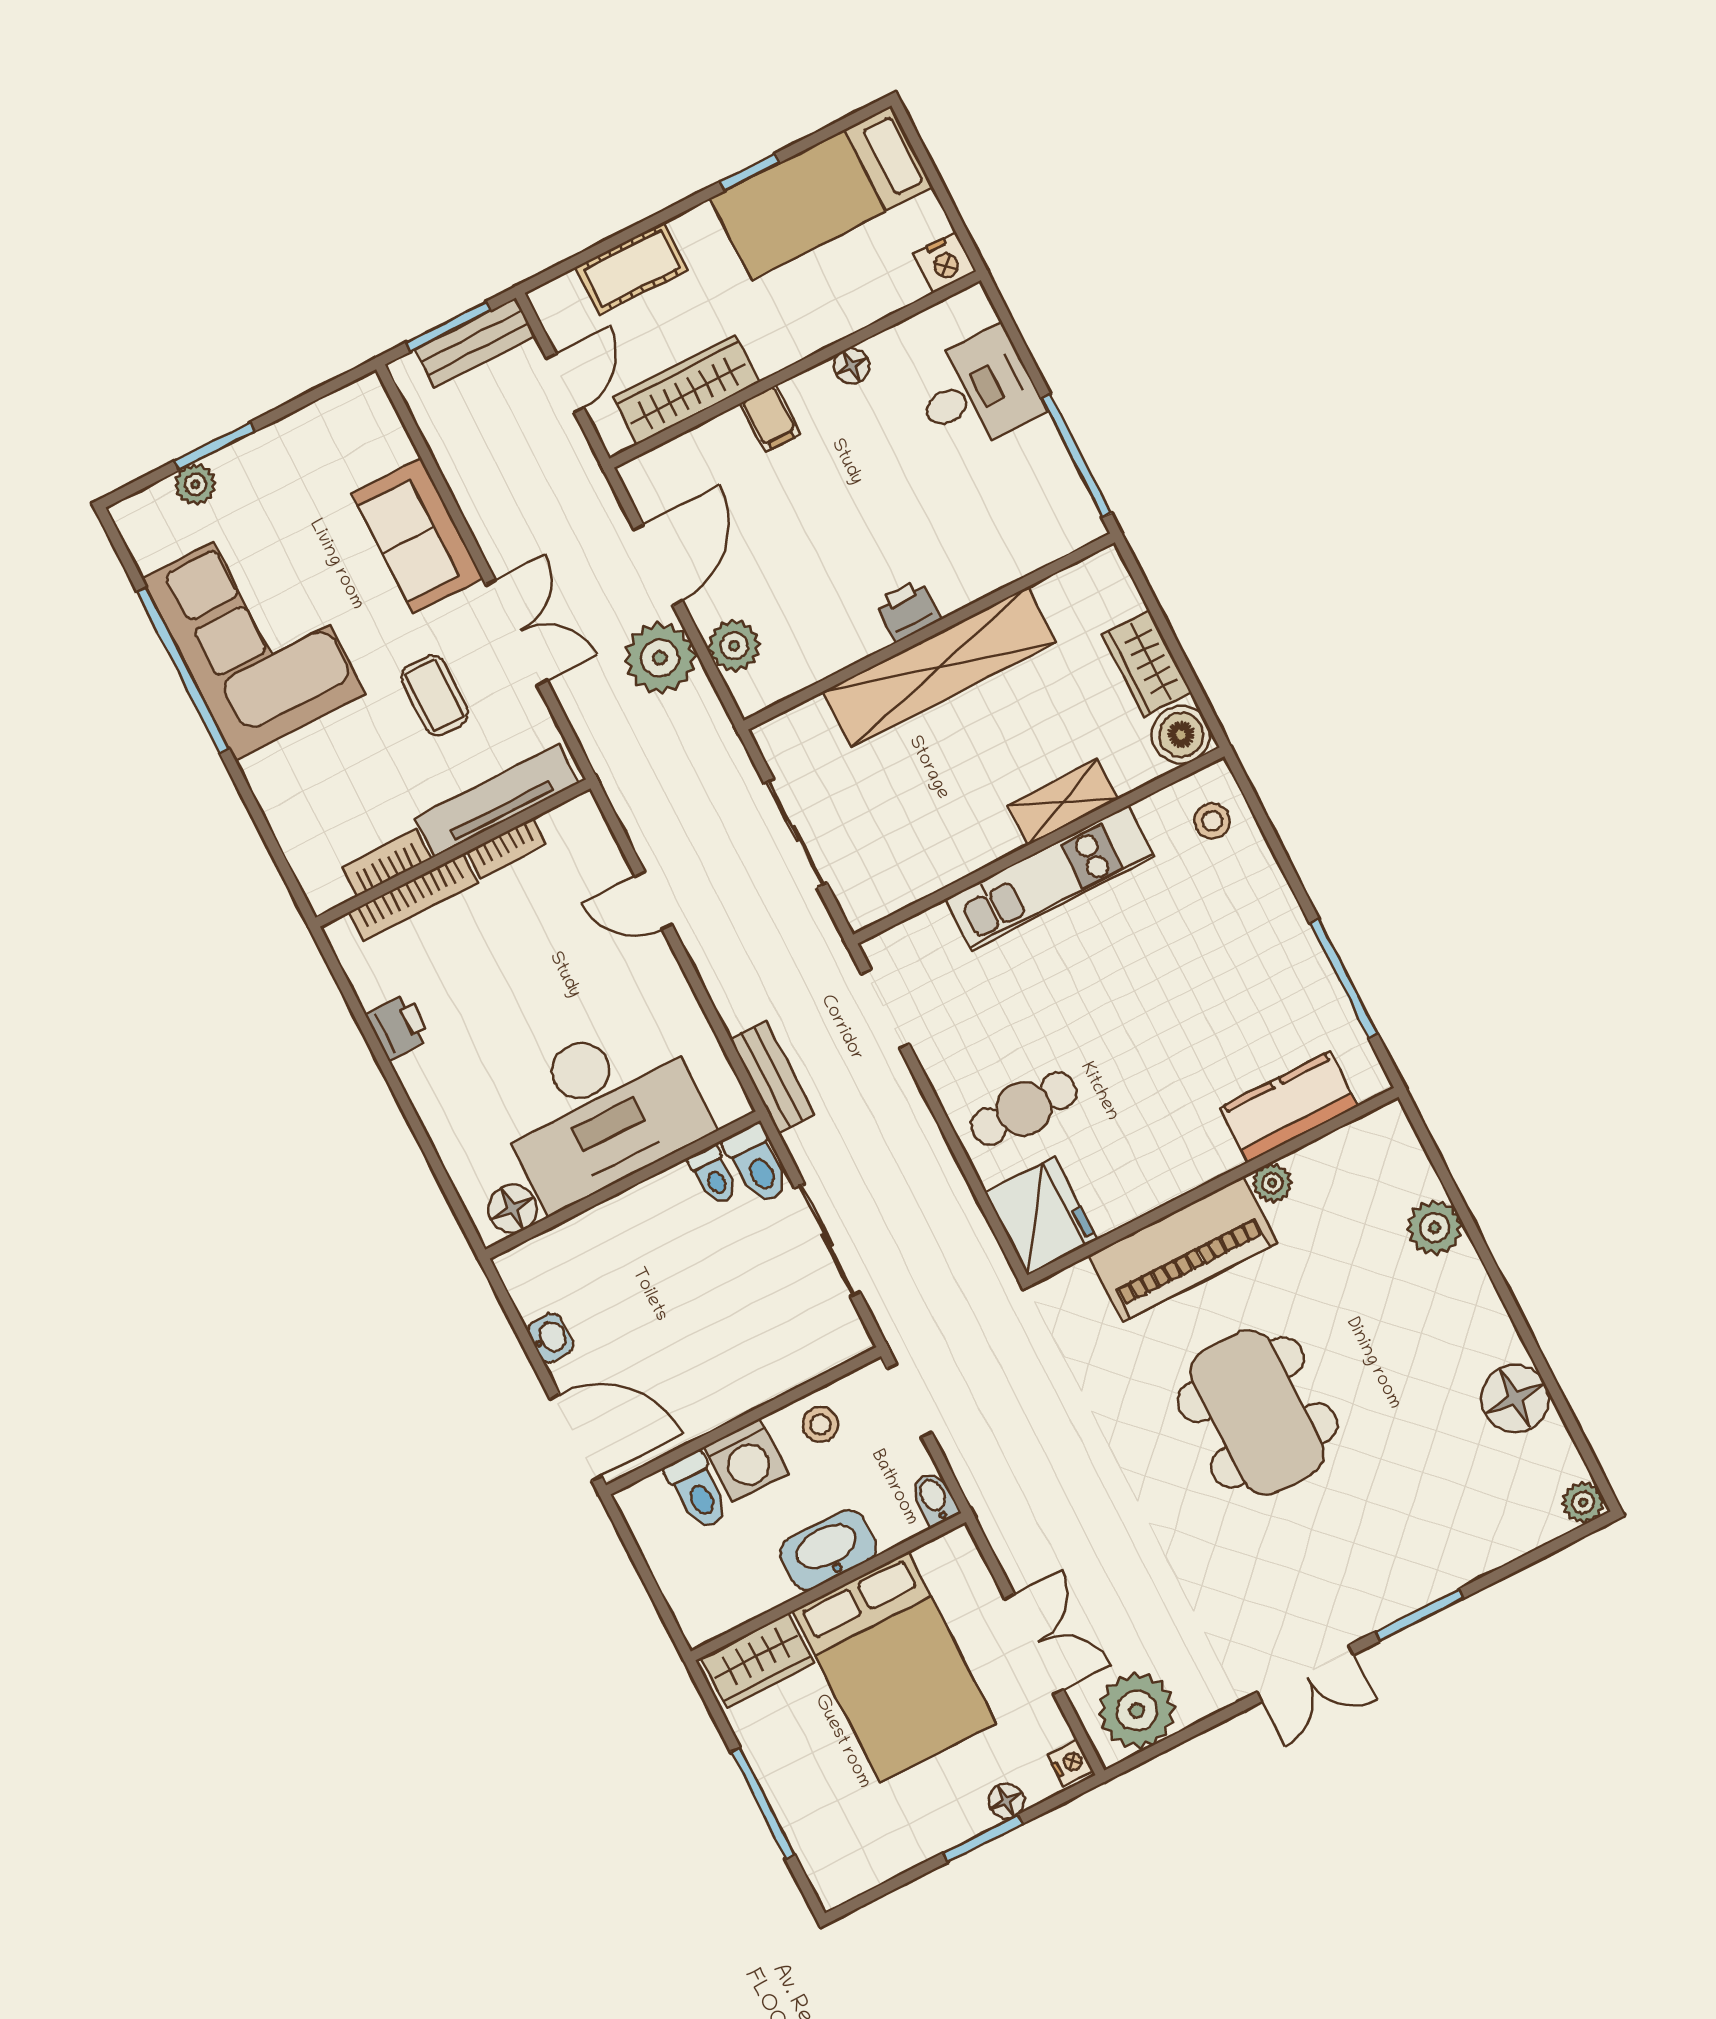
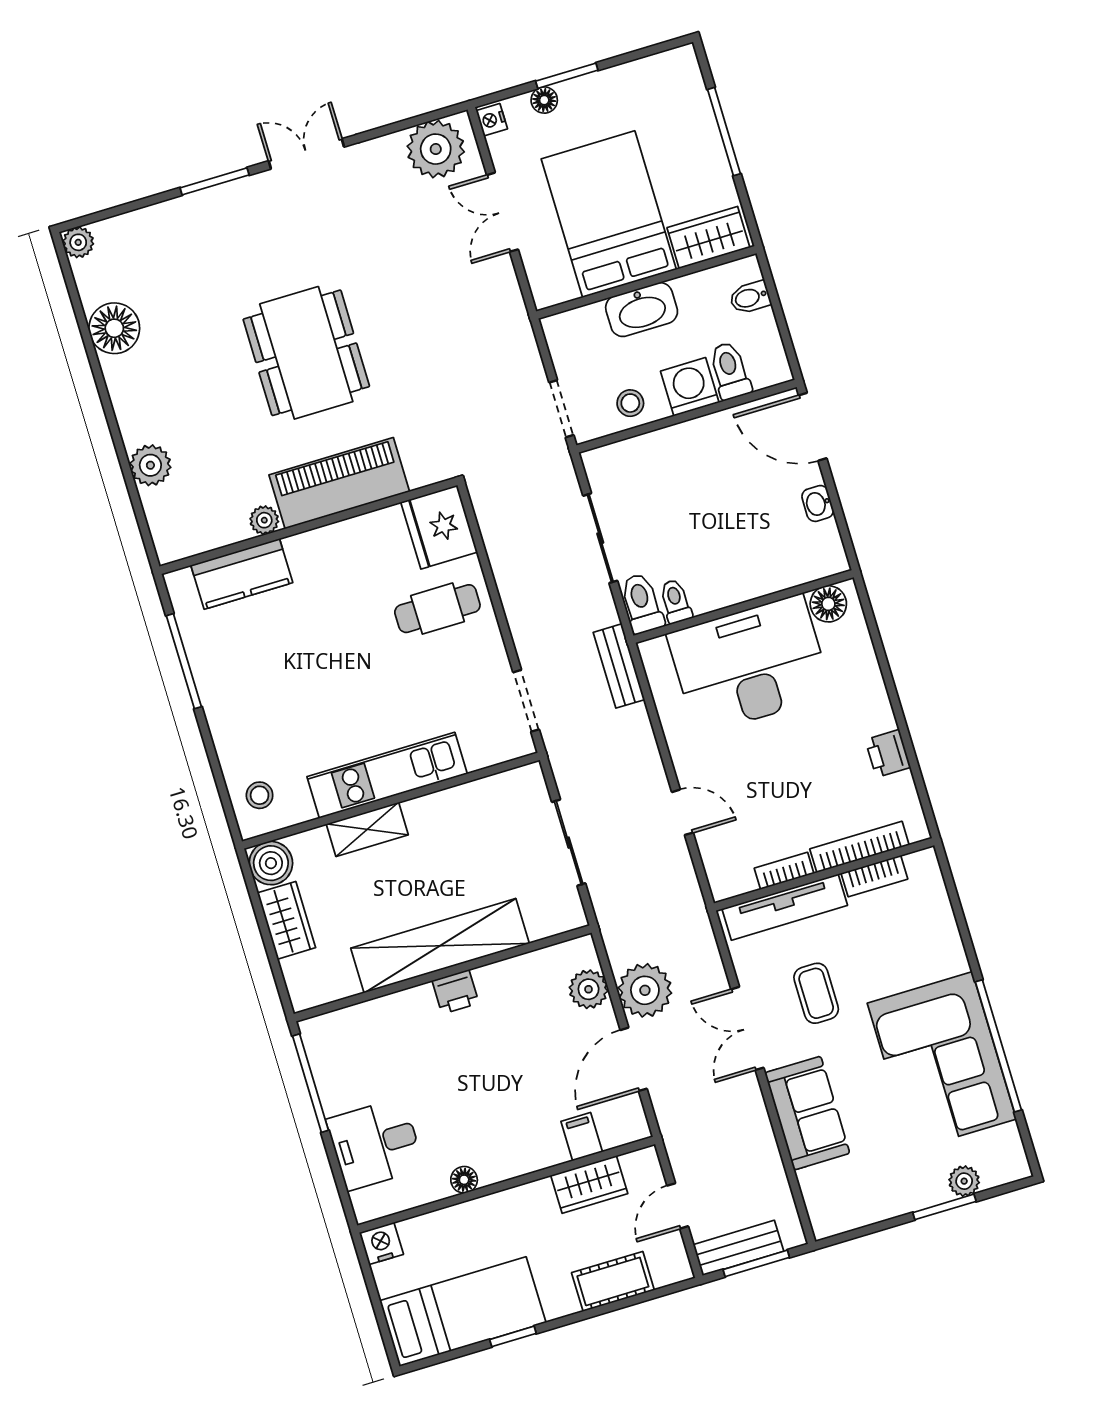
wardrobe: (686, 390) -> (589, 1184), width x0.67
filing cabinet: (770, 419) -> (582, 1137), moved
bidet: (934, 1498) -> (750, 297), moved, turned 90

